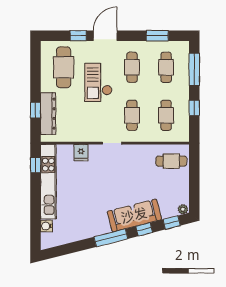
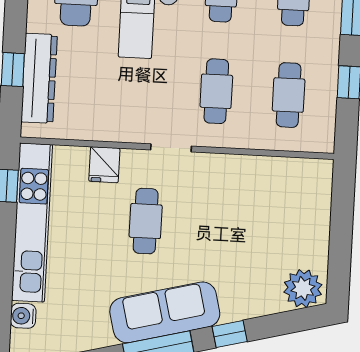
cafe table: (171, 161) -> (146, 221), moved, turned 90
plant: (183, 209) -> (303, 288), width x1.88, depth x1.88
sofa: (134, 215) -> (165, 312), moved
window: (172, 222) -> (288, 322), removed

